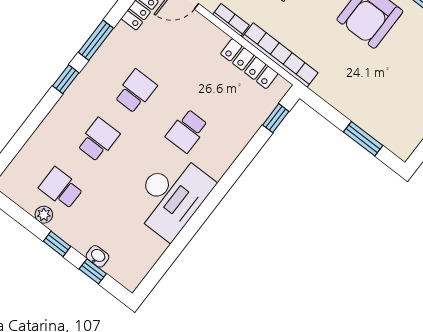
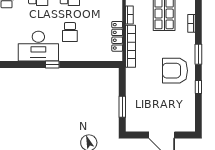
window: (276, 118) -> (52, 64), moved
school desk: (187, 131) -> (70, 32), turned -90

